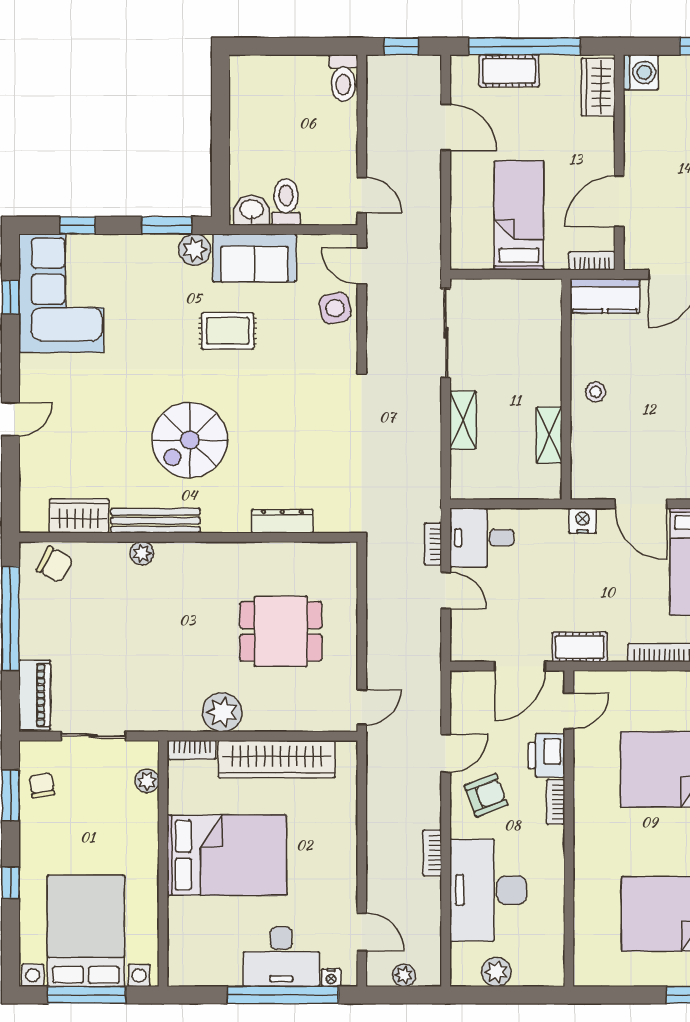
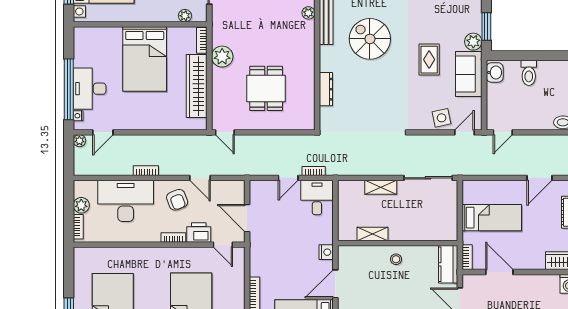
toilet: (286, 202) -> (529, 73), moved, turned 90
cot: (580, 647) -> (258, 251), removed
plant: (404, 975) -> (79, 141), moved
bookcase: (536, 977) -> (78, 227), added

